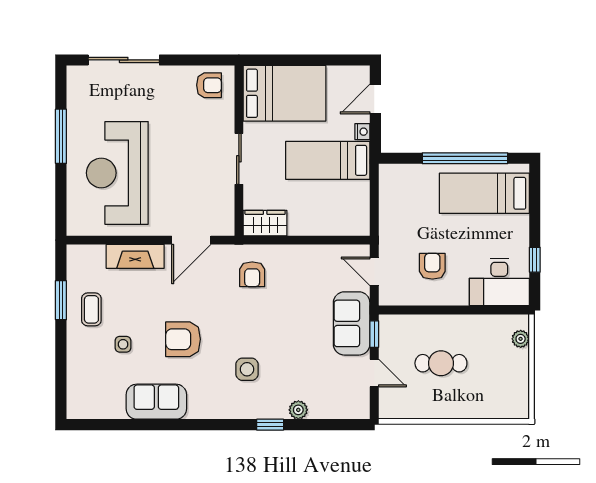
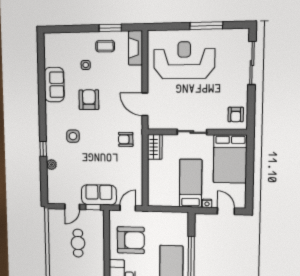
fireplace: (135, 256) -> (135, 48), moved
armchair: (432, 266) -> (131, 240), width x1.88, depth x1.88

